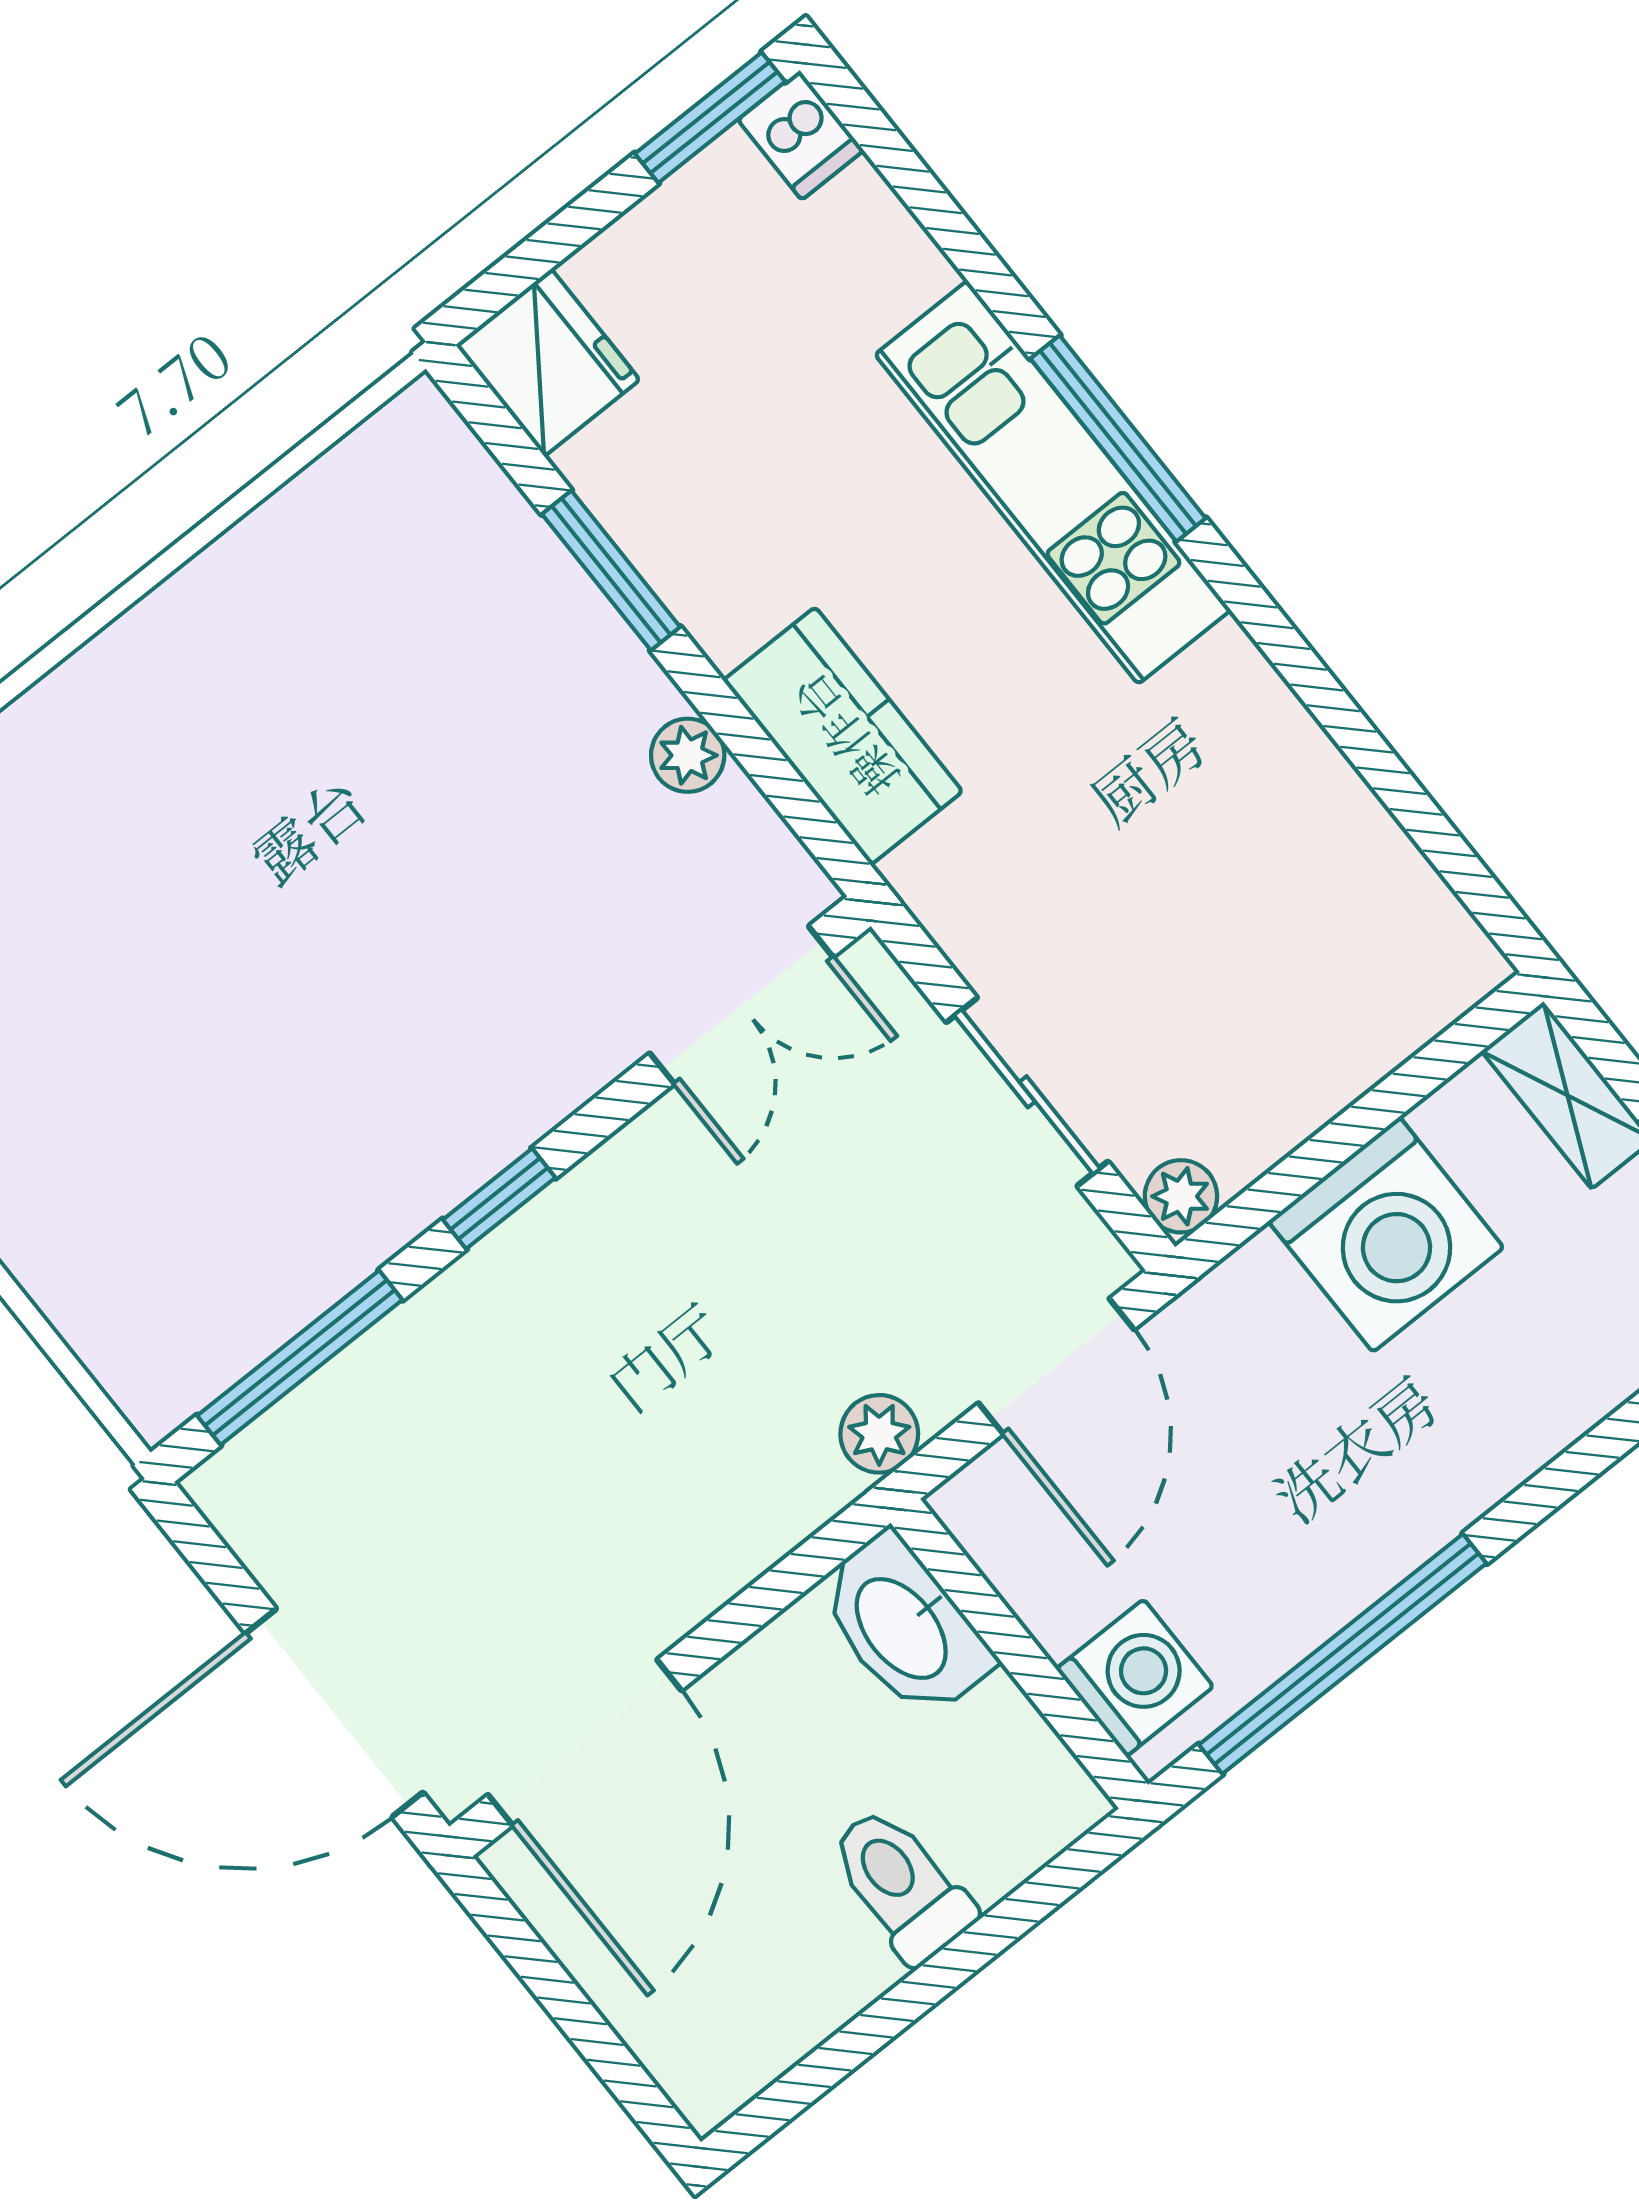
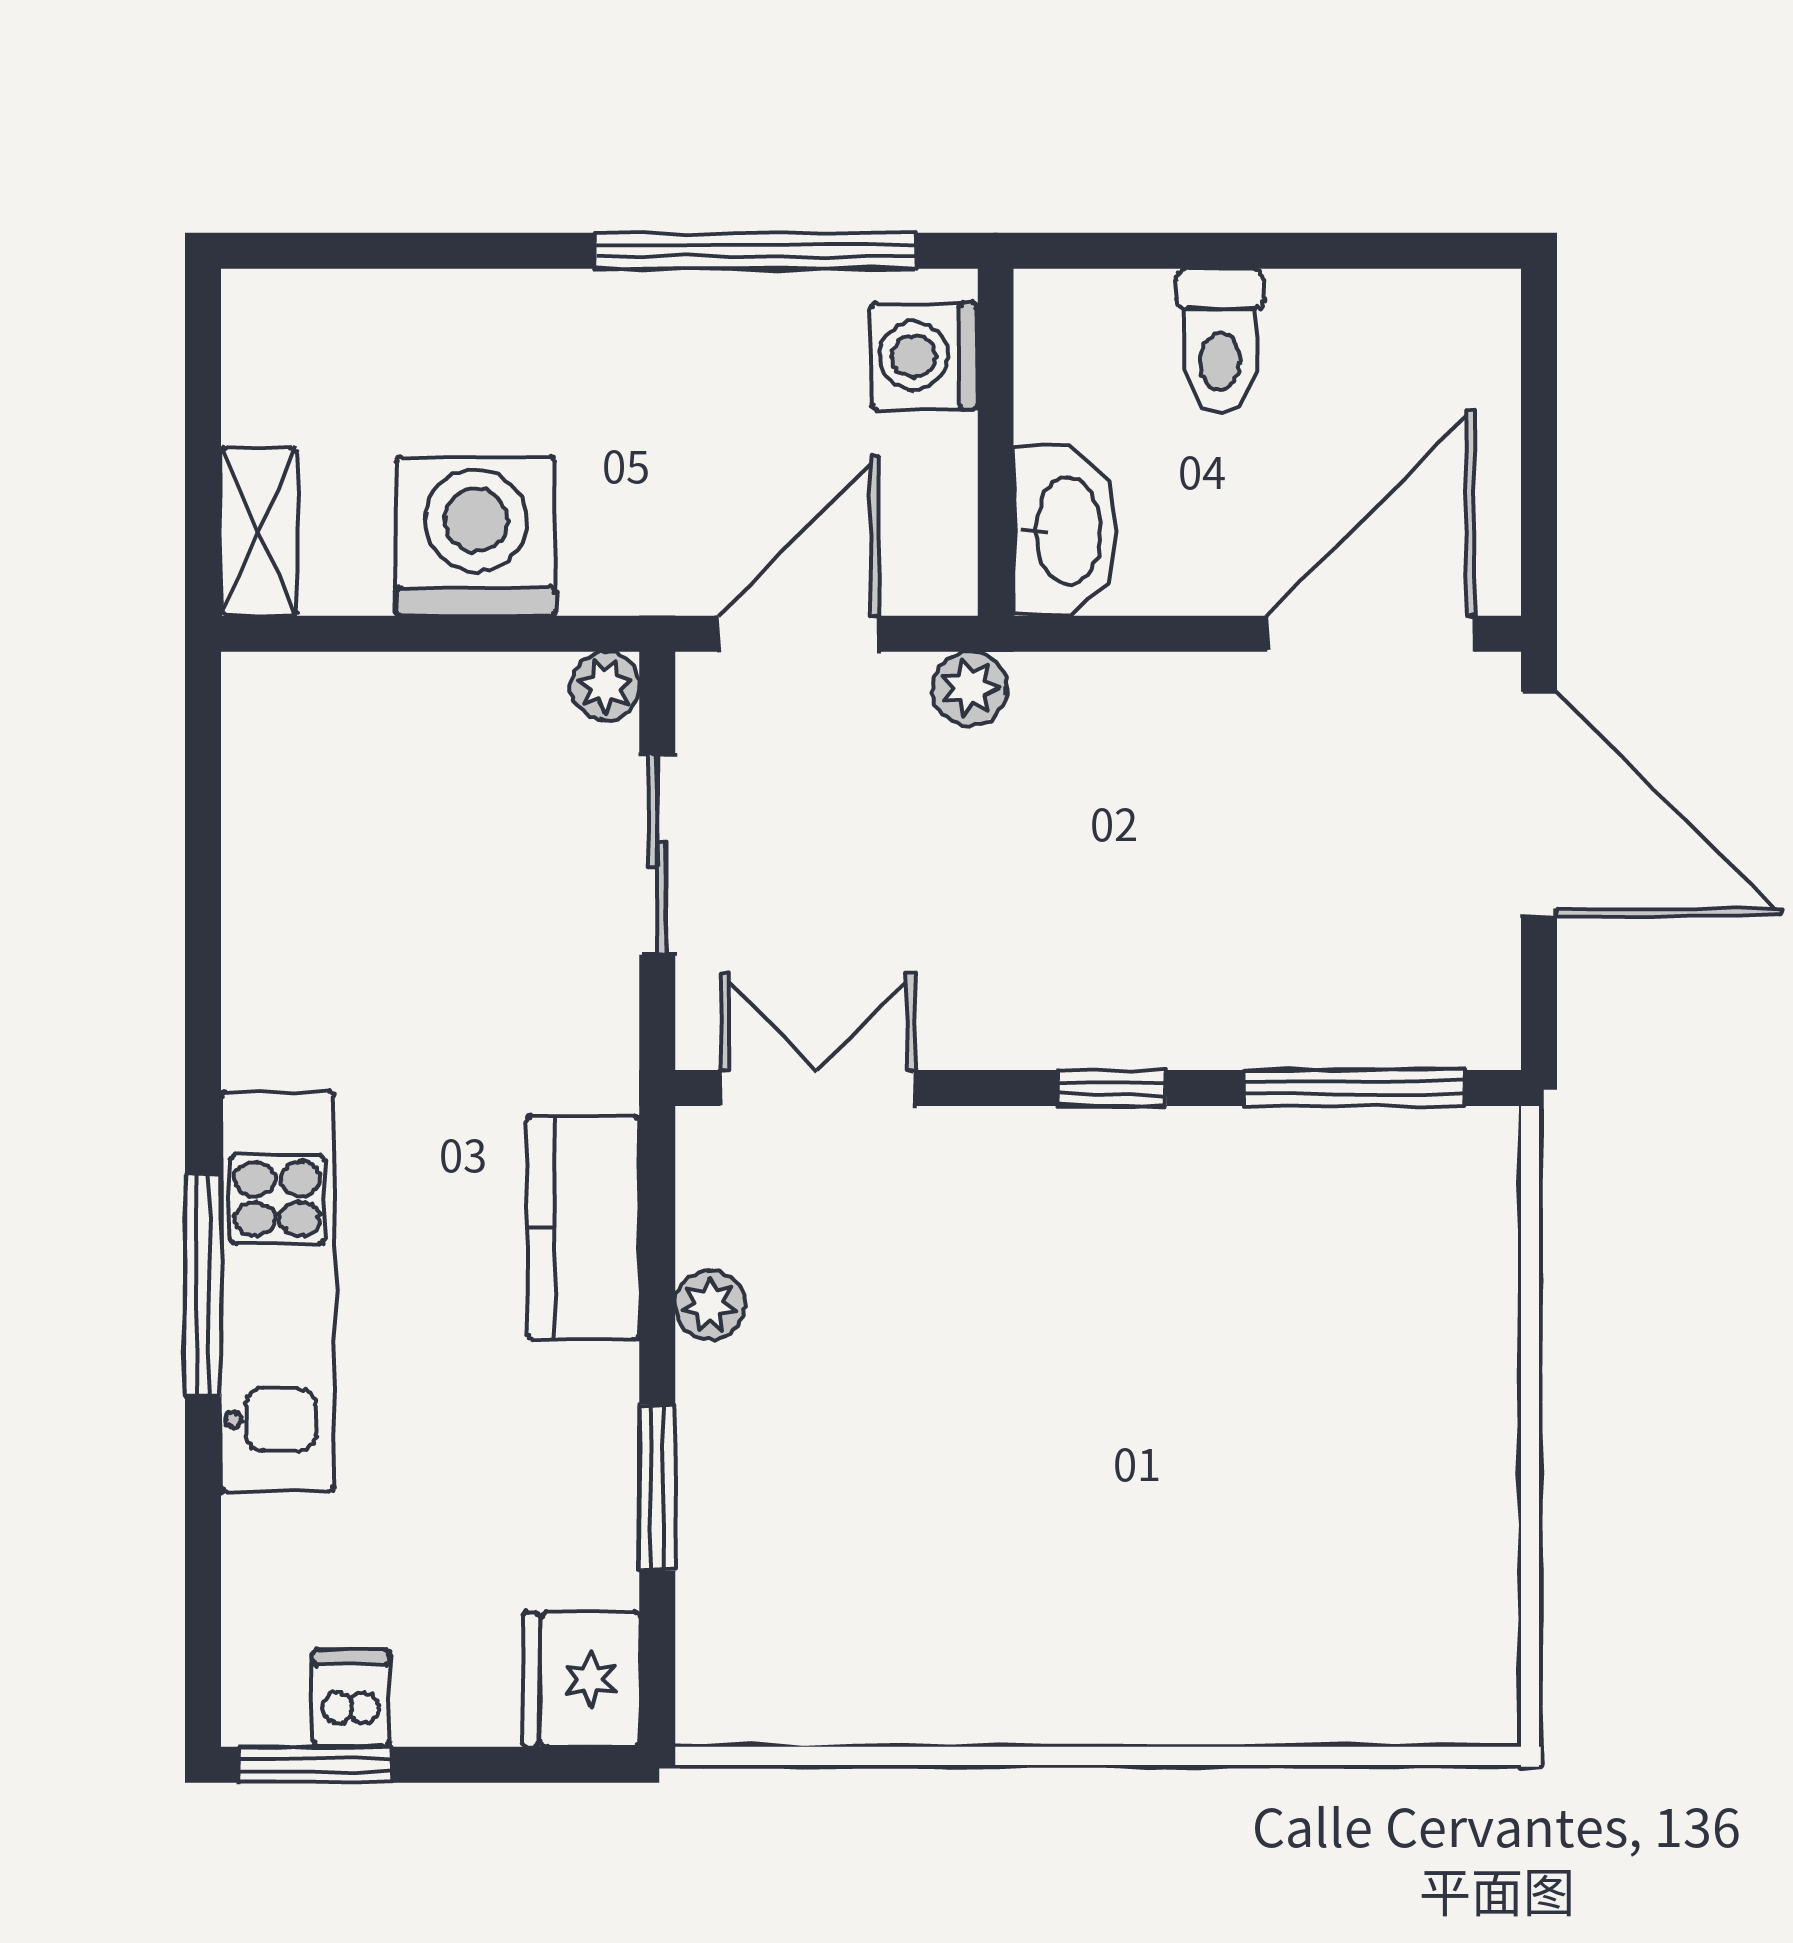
dishwasher: (801, 135) -> (351, 1698), moved

